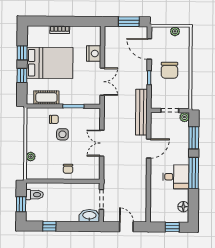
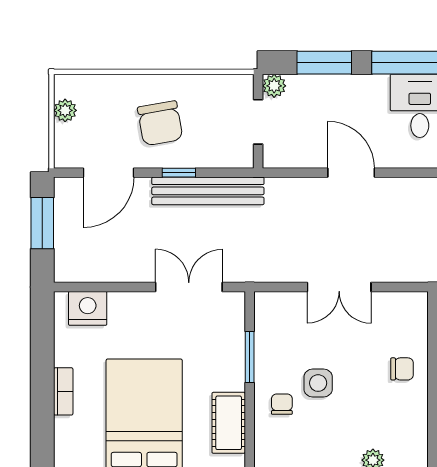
nightstand: (94, 53) -> (88, 308), moved
chair: (169, 70) -> (160, 123), turned 80
bench: (141, 112) -> (208, 191), moved

